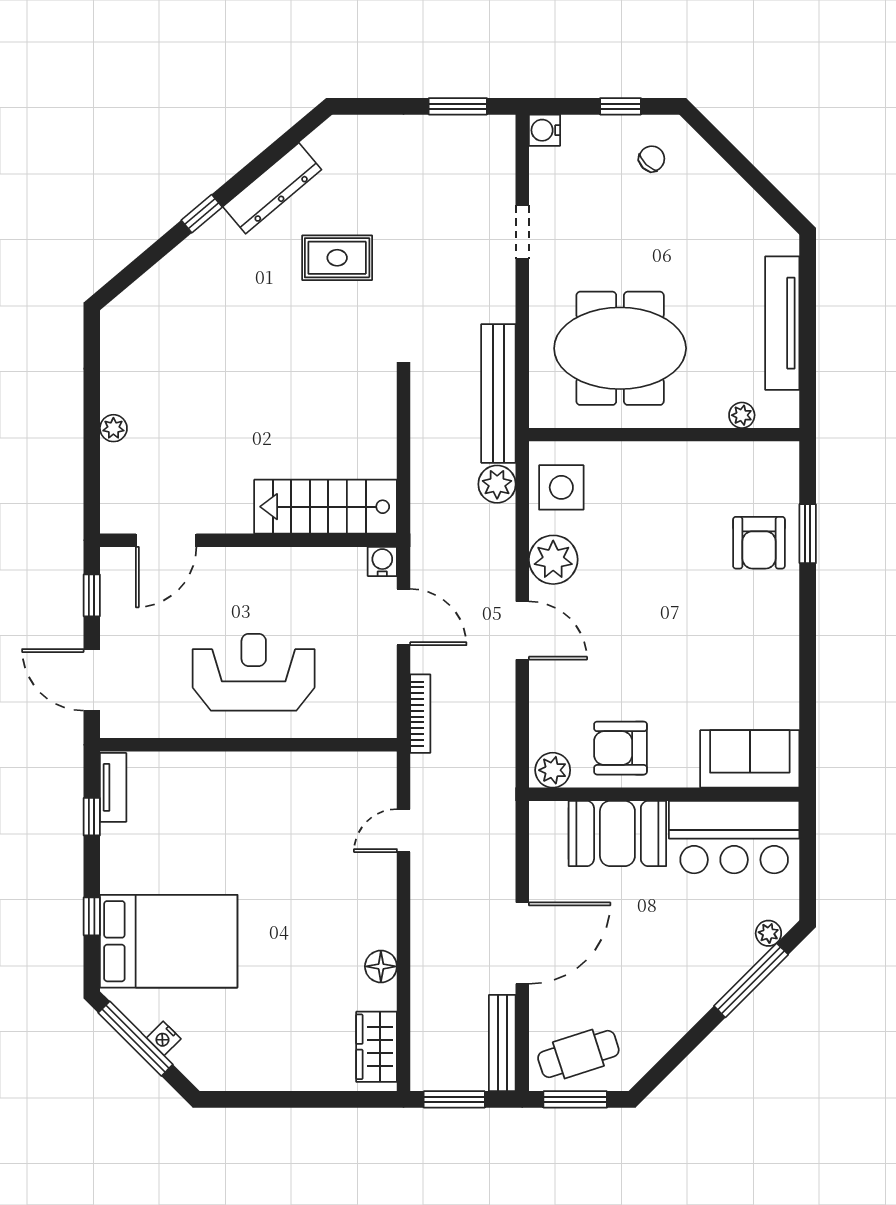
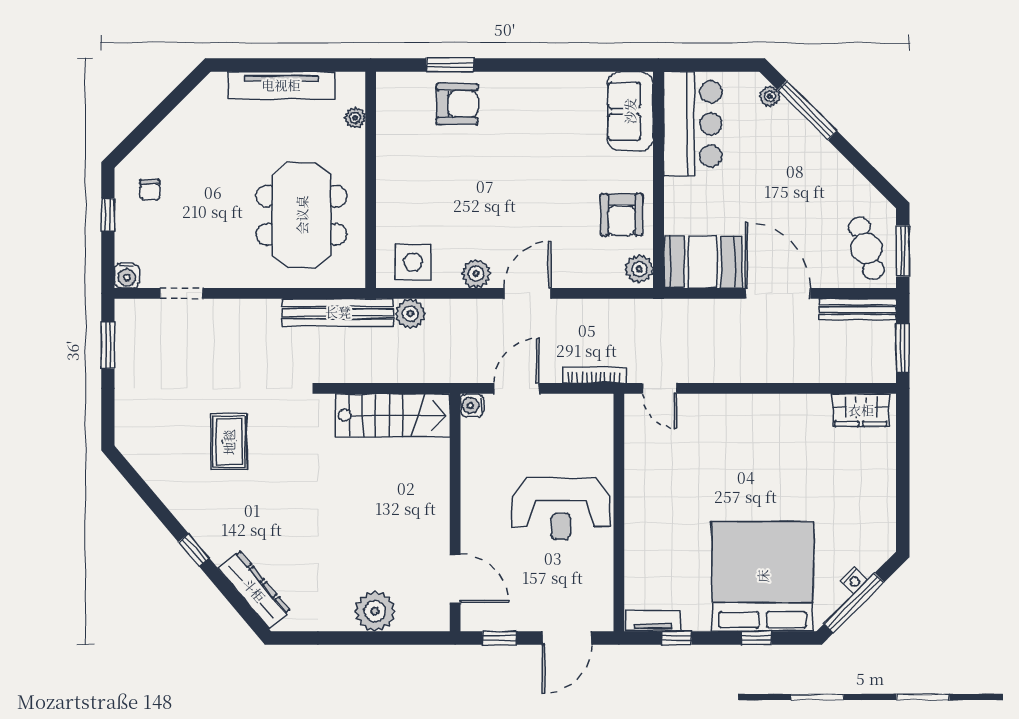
chair: (652, 159) -> (150, 190), turned -134
dresser: (272, 188) -> (254, 590), moved
doorway: (522, 232) -> (181, 293), moved
plant: (113, 428) -> (375, 611), width x1.87, depth x1.87
stairs: (326, 507) -> (393, 415), moved, turned -90
plant: (553, 560) -> (476, 274), width x0.73, depth x0.73
reception desk: (254, 672) -> (561, 508), turned -90
door: (404, 831) -> (659, 388), moved
booth: (617, 834) -> (703, 262), moved, turned 90
bed: (169, 941) -> (763, 576), width x1.36
floor lamp: (381, 966) -> (796, 407), removed

